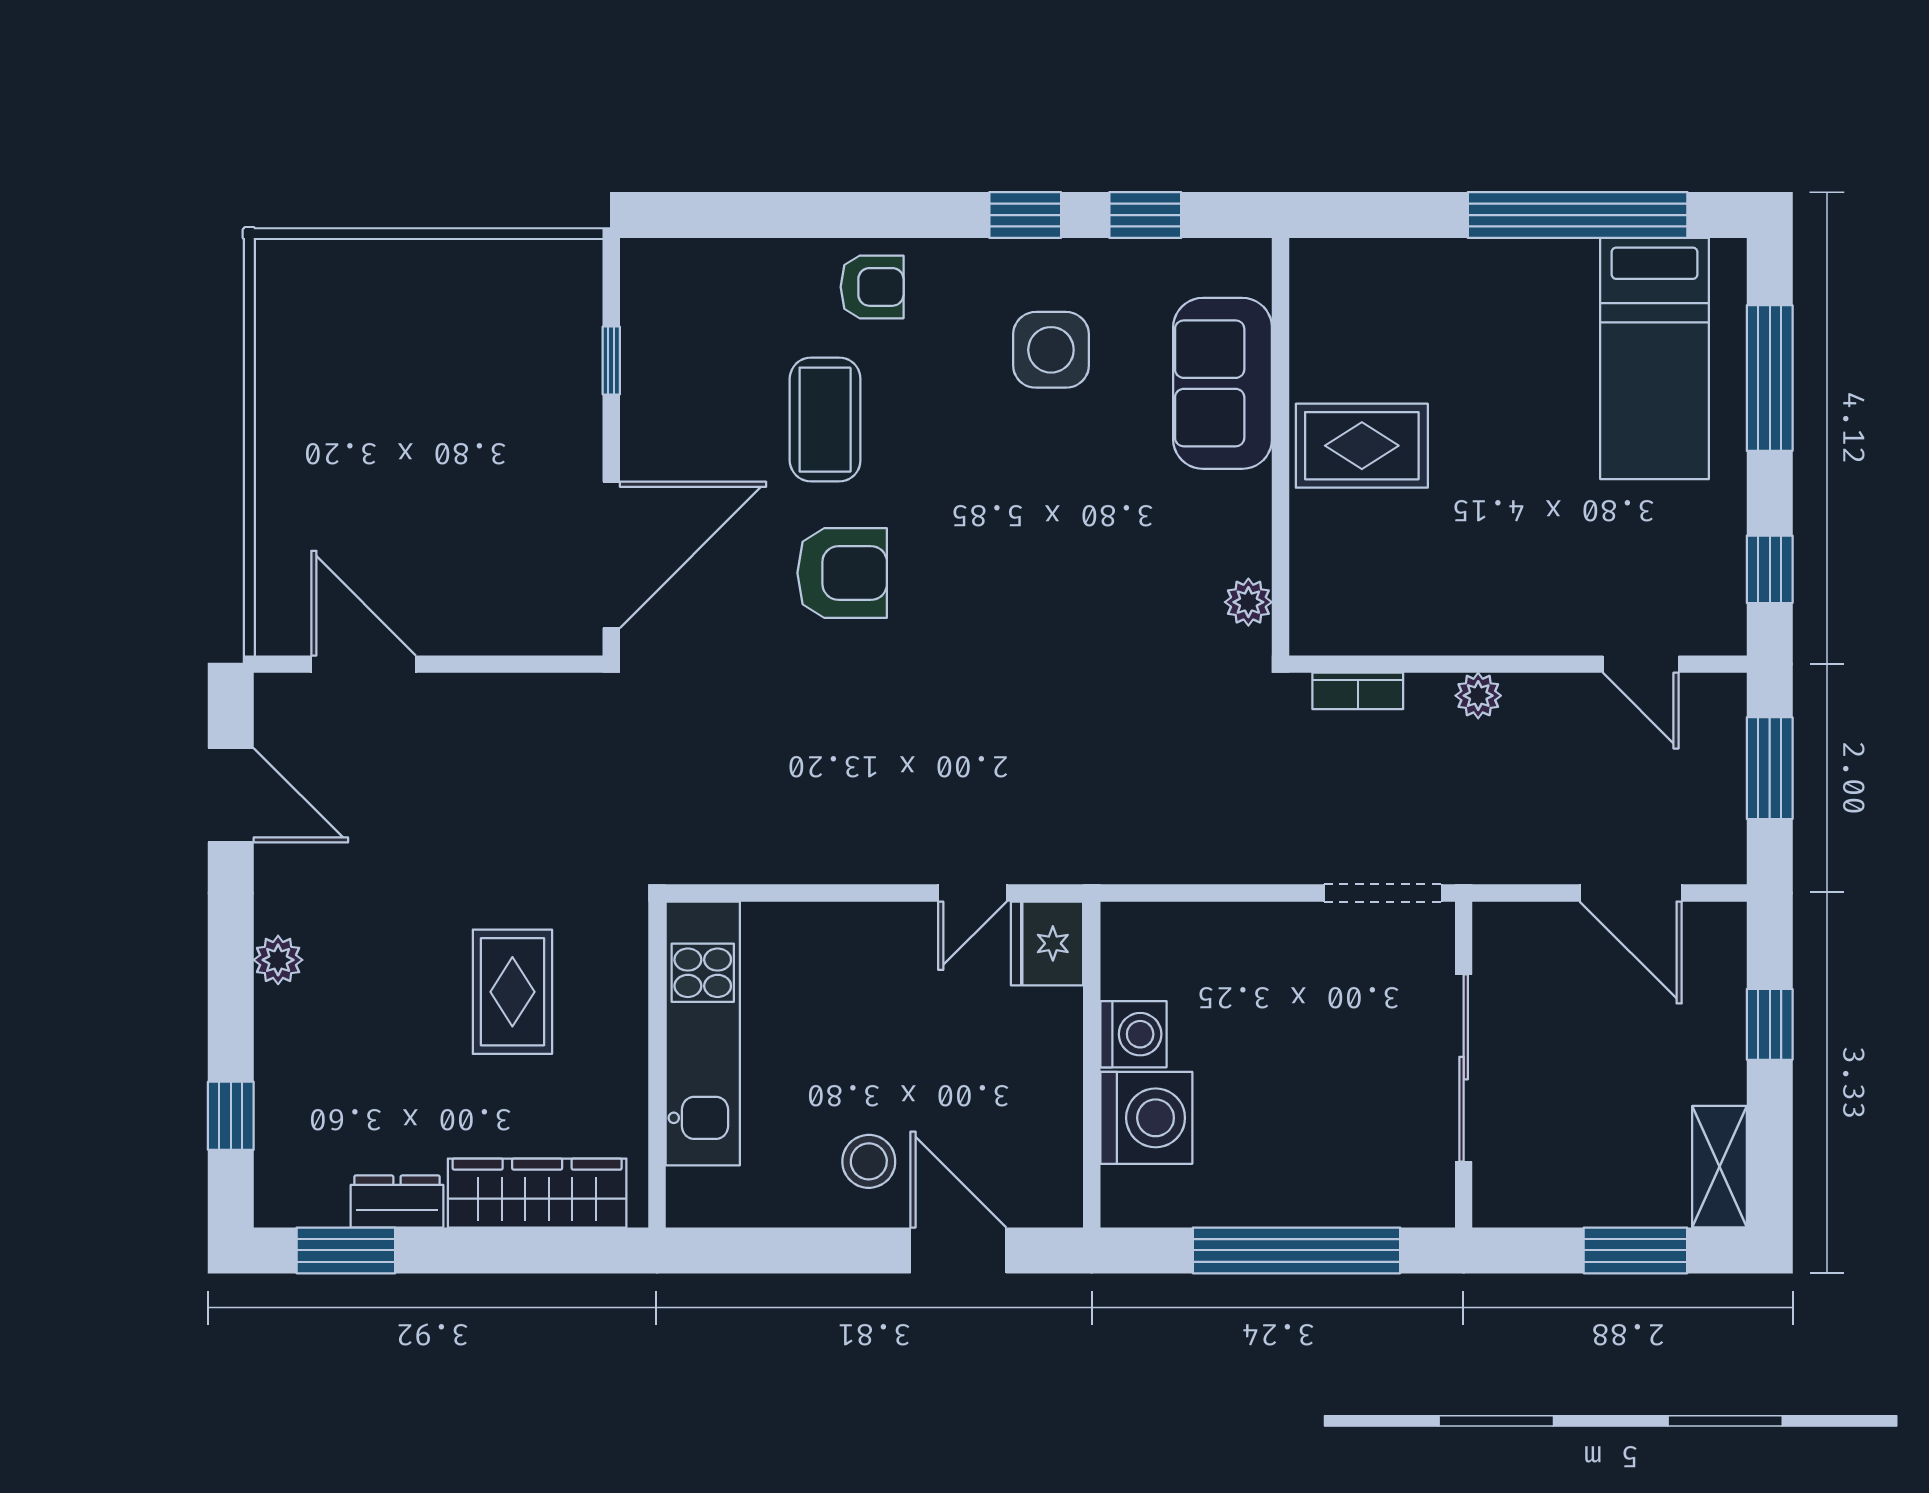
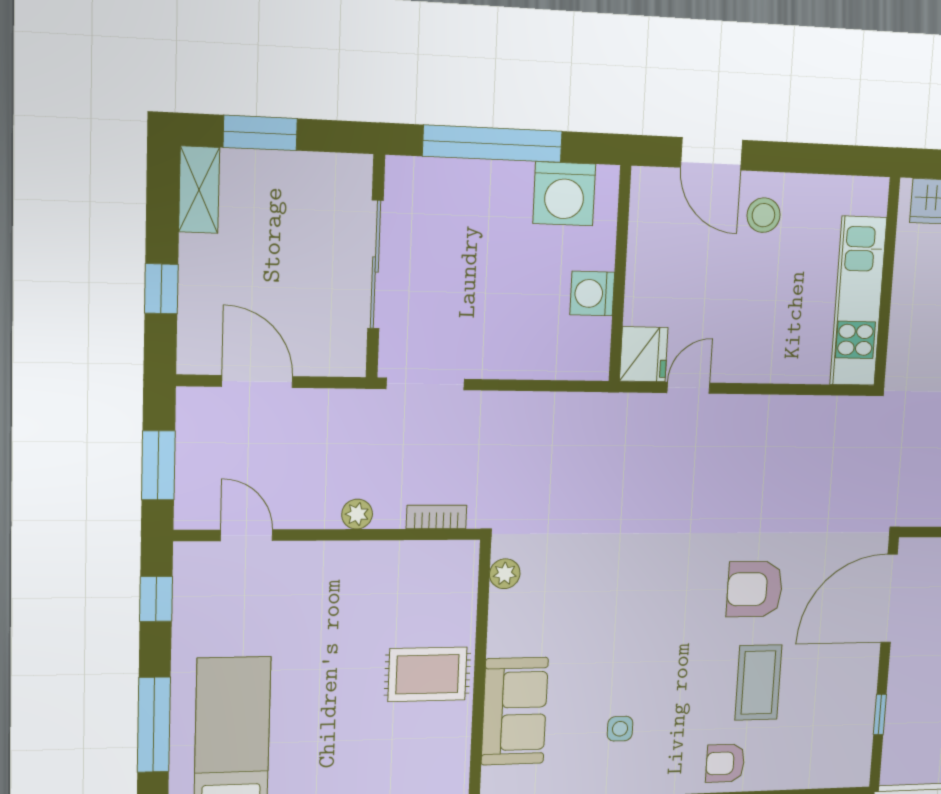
side table: (1051, 350) -> (620, 729), width x0.54, depth x0.54
washing machine: (1146, 1118) -> (564, 194), moved, turned -90

